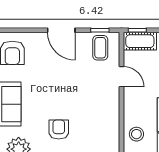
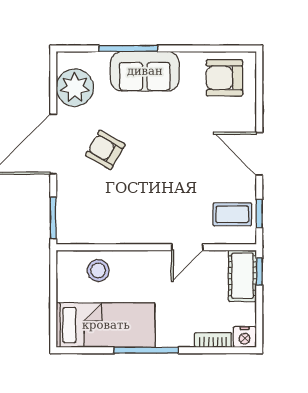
door: (61, 30) -> (259, 154), hinge flipped
armchair: (59, 130) -> (105, 150), turned -150

